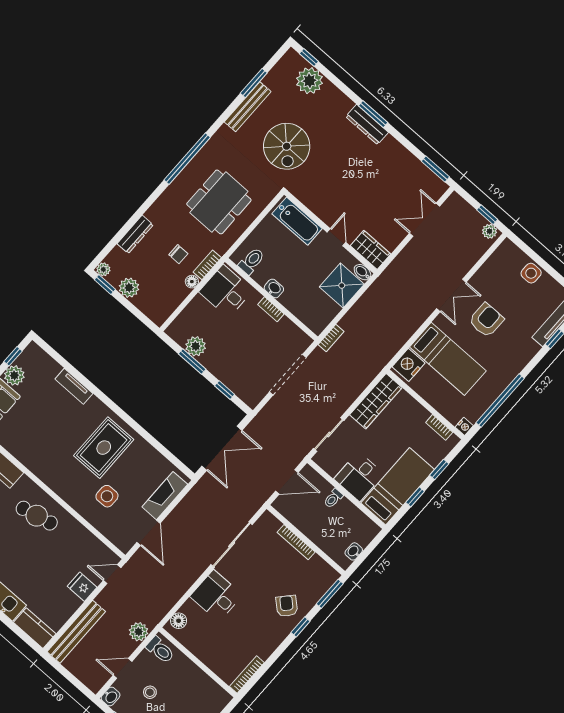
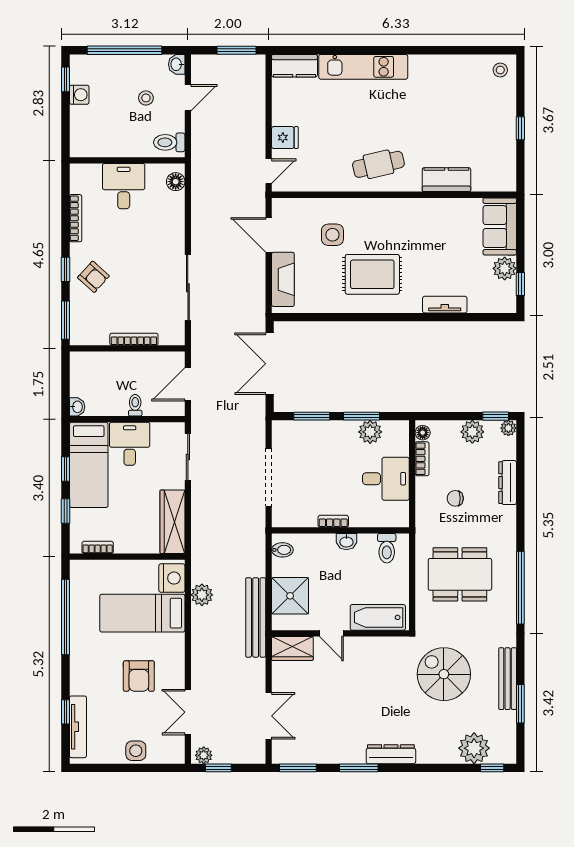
window: (373, 114) -> (359, 768), moved
dining table: (219, 202) -> (460, 574), turned 90
bookcase: (207, 265) -> (422, 459), moved
bidet: (362, 272) -> (282, 550), moved
floor lamp: (192, 282) -> (423, 433), moved
desk: (226, 291) -> (386, 479), moved
double door: (451, 295) -> (188, 712), moved
bookcase: (331, 338) -> (259, 542), removed
window: (225, 390) -> (312, 416), width x1.50
nightstand: (464, 426) -> (77, 567), removed
rug: (104, 448) -> (372, 274), turned 90
washbasin: (354, 551) -> (77, 407), moved
desk: (216, 596) -> (124, 186), moved, turned -90
bench: (76, 632) -> (256, 617), moved
plant: (139, 632) -> (202, 595), moved
window: (64, 671) -> (237, 50), added
bookcase: (247, 675) -> (76, 218), moved

